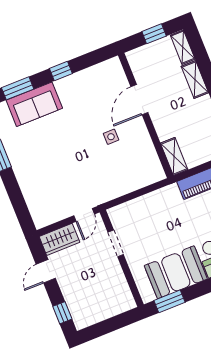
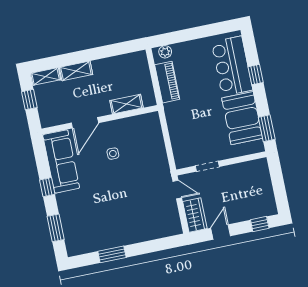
door: (139, 100) -> (85, 123), hinge flipped
sofa: (34, 104) -> (61, 161), moved, width x1.36
shelving: (174, 156) -> (126, 104), moved
door: (46, 271) -> (221, 232), swing flipped

